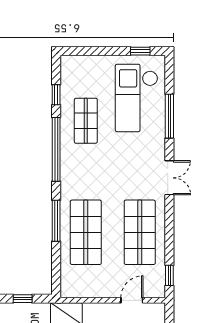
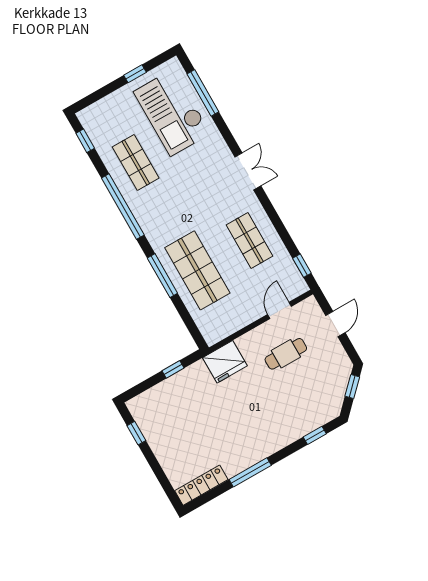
window: (140, 51) -> (135, 74), moved
window: (56, 95) -> (85, 141), moved
window: (169, 116) -> (203, 93), moved
shop shelf: (140, 232) -> (249, 240), width x0.70, depth x0.74

